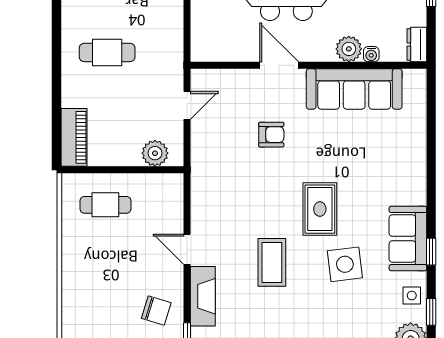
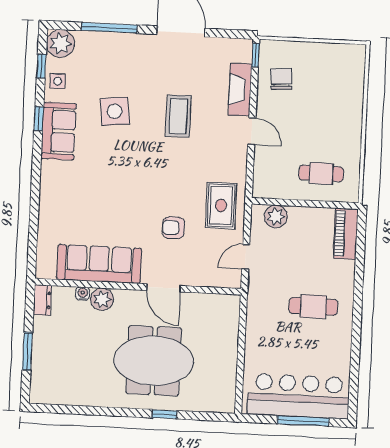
rug: (320, 209) -> (221, 206), moved
chair: (156, 311) -> (281, 79), turned 69

